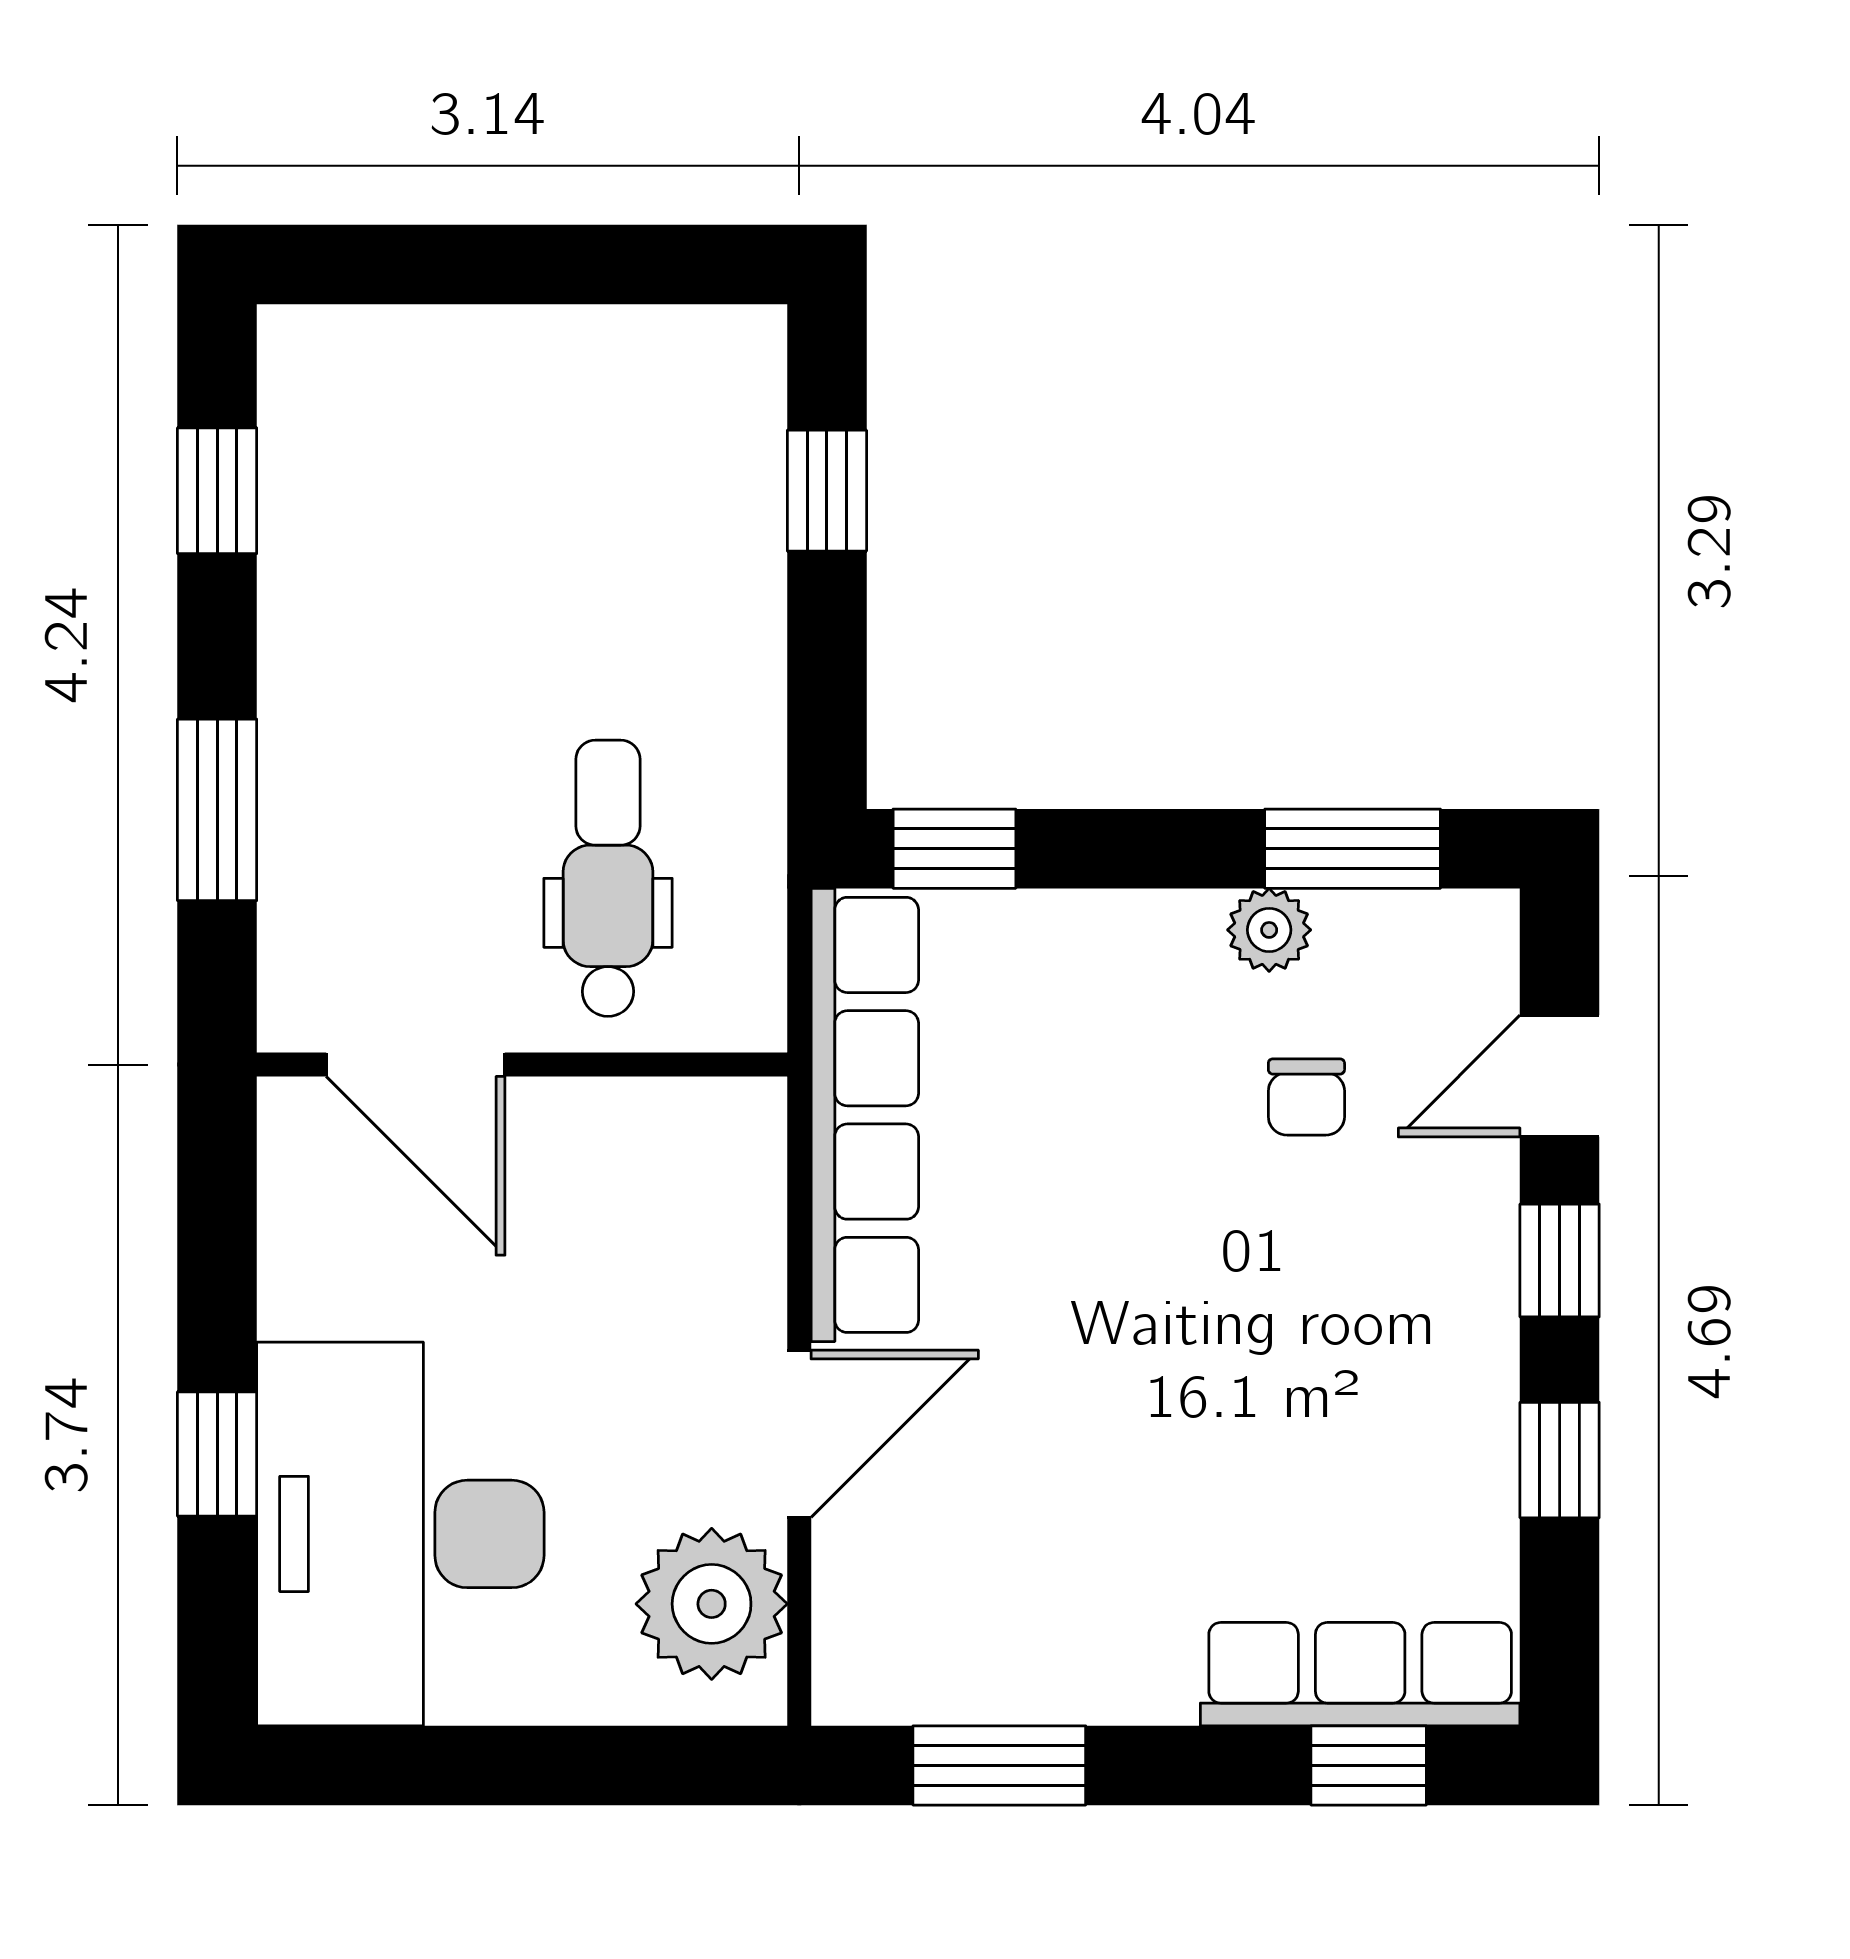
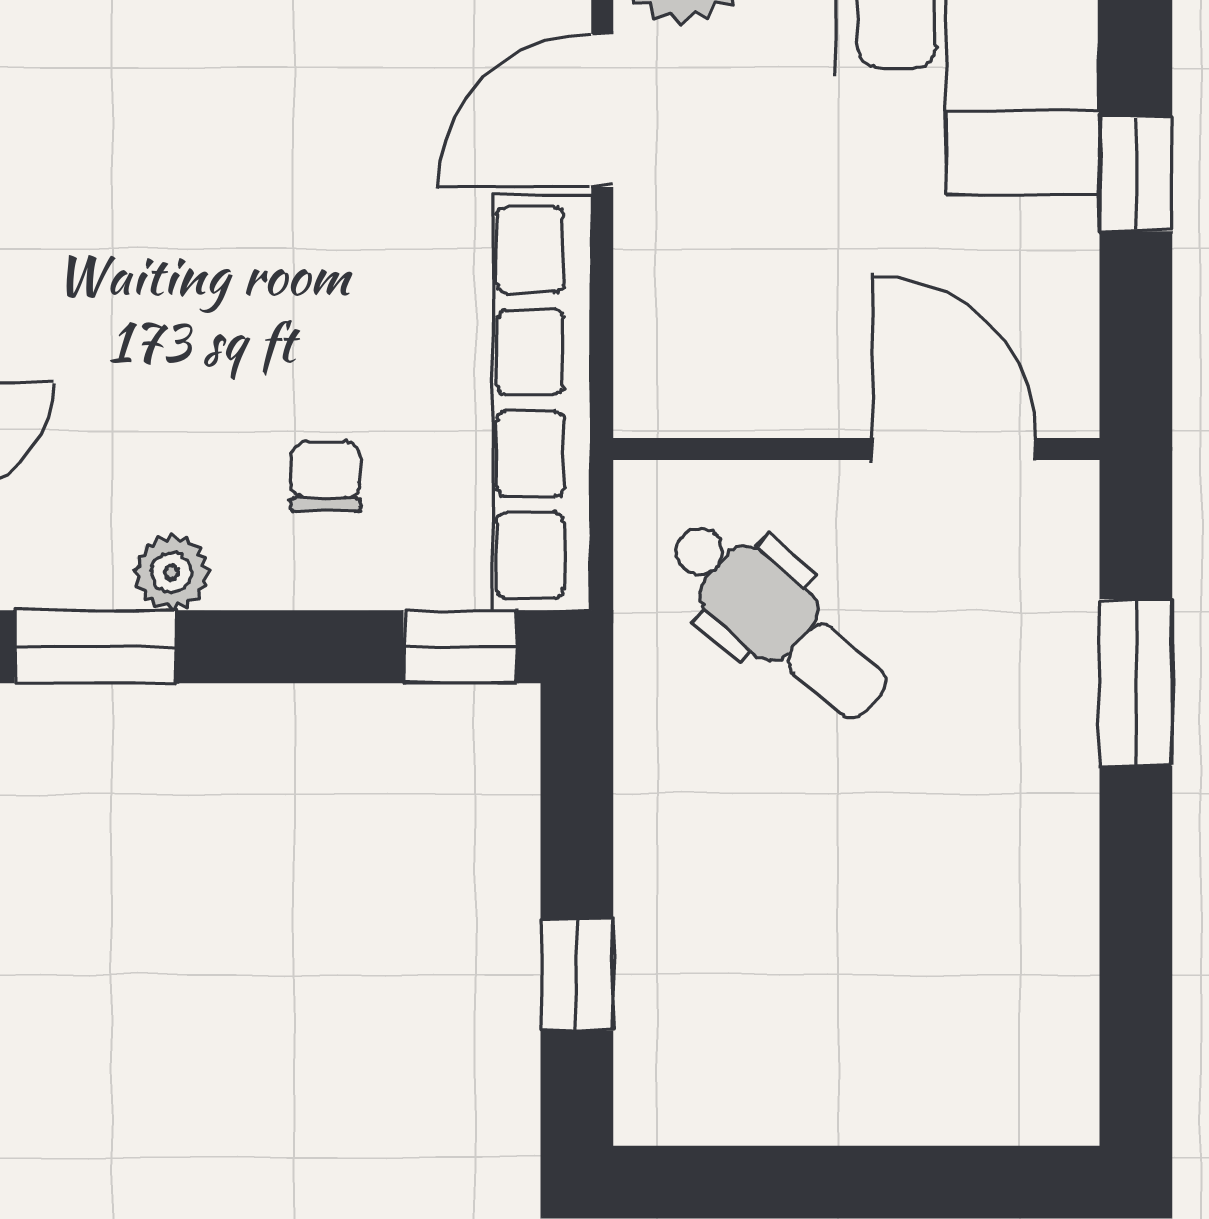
window: (217, 491) -> (1136, 975), removed
dental chair: (608, 878) -> (778, 620), turned -49
chair: (1306, 1097) -> (325, 476), moved
window: (217, 1454) -> (1136, 174), moved

